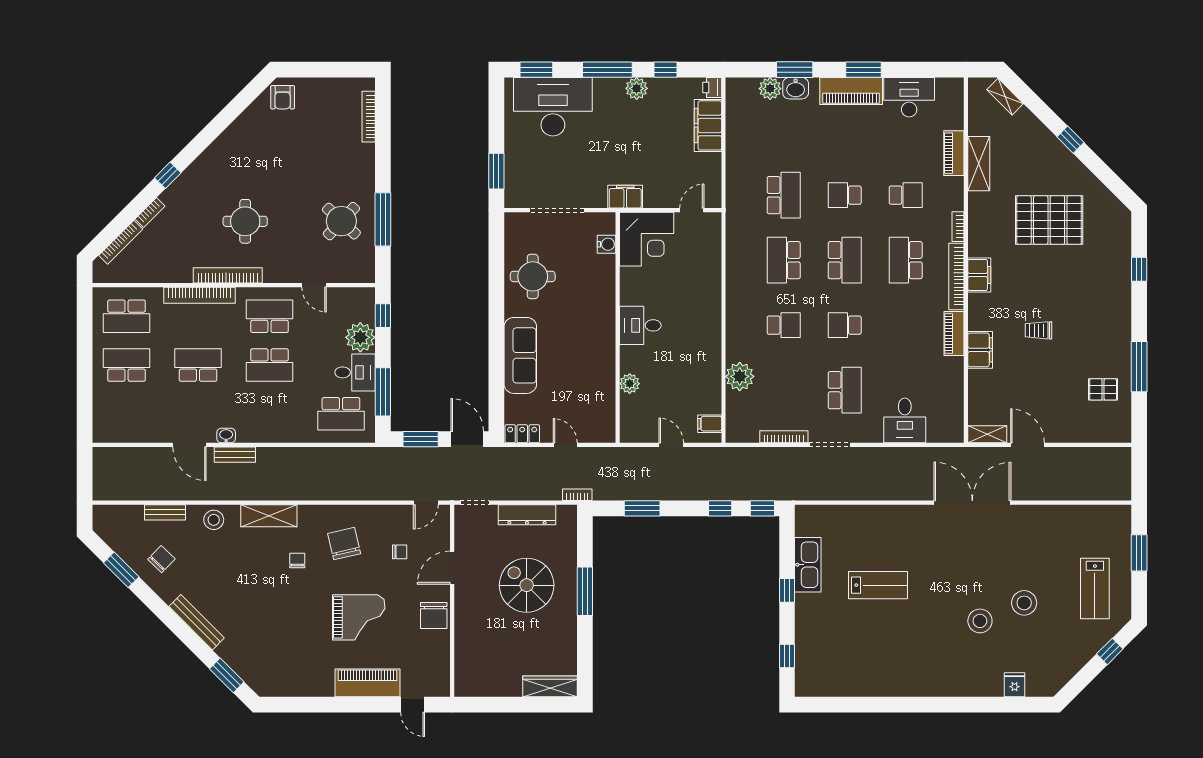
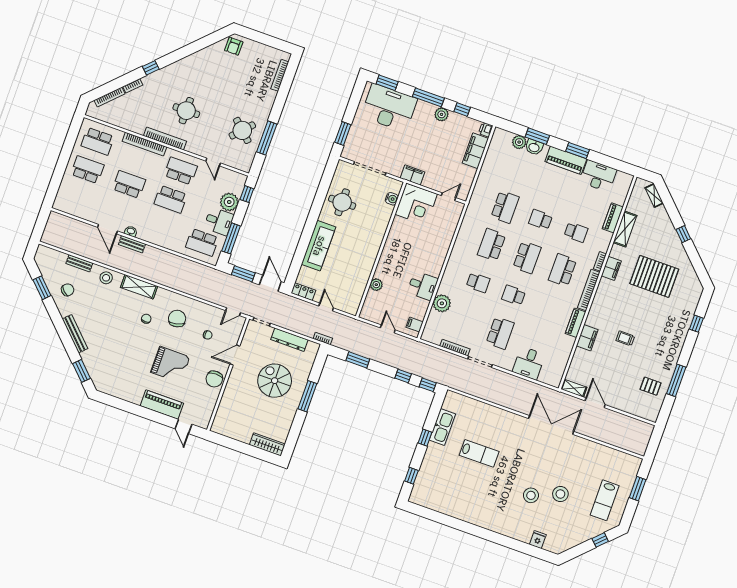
filing cabinet: (979, 275) -> (611, 268), moved
desk: (640, 325) -> (423, 286), moved, turned 180

